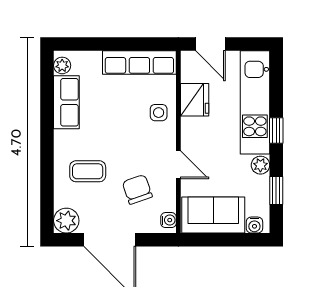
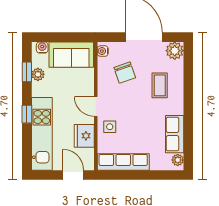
door: (178, 165) -> (96, 106), moved
plant: (260, 165) -> (38, 74), moved
coffee table: (88, 171) -> (160, 85), turned 90

